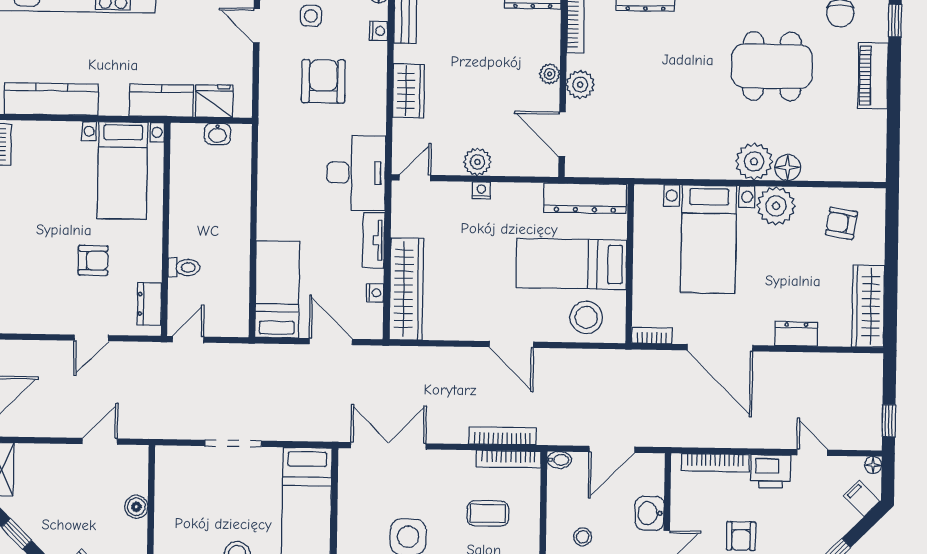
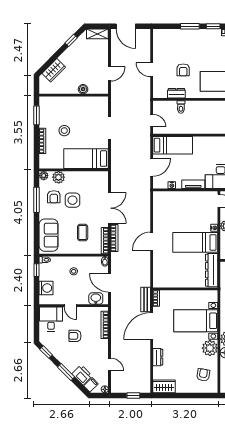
bed: (572, 264) -> (195, 242), moved, turned -90
wardrobe: (406, 289) -> (174, 198), removed
dresser: (149, 304) -> (176, 93), moved
wardrobe: (868, 306) -> (164, 386), width x0.67
stool: (586, 317) -> (163, 271), removed
door: (188, 339) -> (152, 121), moved
bench: (654, 361) -> (146, 299), added
window: (889, 421) -> (133, 395), moved
door: (100, 441) -> (110, 74), hinge flipped
double door: (388, 446) -> (110, 208), moved
door: (812, 452) -> (110, 364), hinge flipped
printer: (771, 471) -> (82, 375), moved, turned 135
washbasin: (650, 513) -> (96, 298), moved

